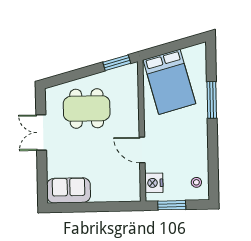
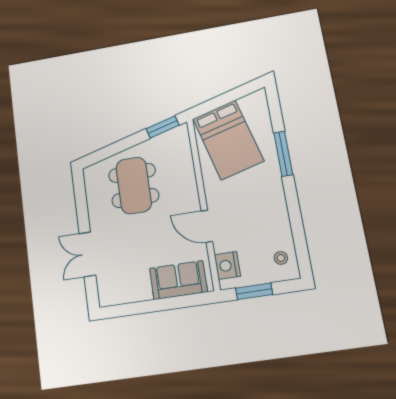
dining table: (87, 109) -> (134, 185), turned 90
double door: (41, 133) -> (87, 254), moved
sofa: (69, 190) -> (178, 280), moved

